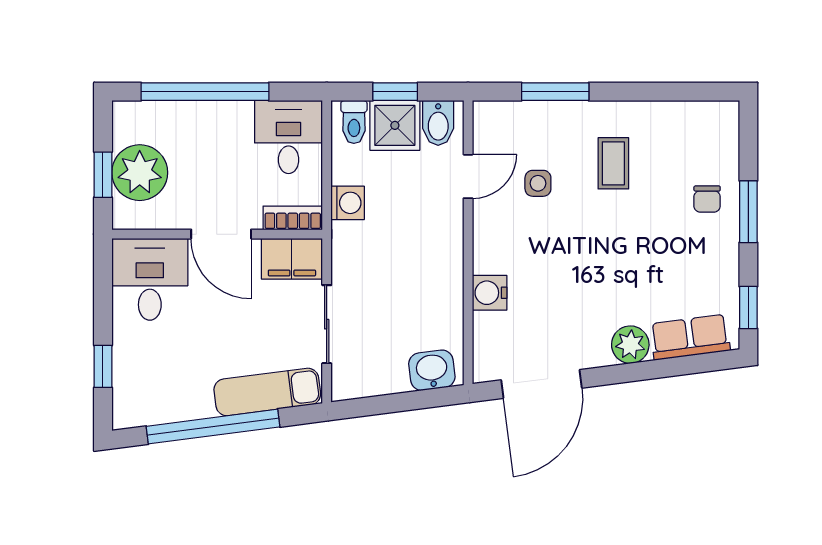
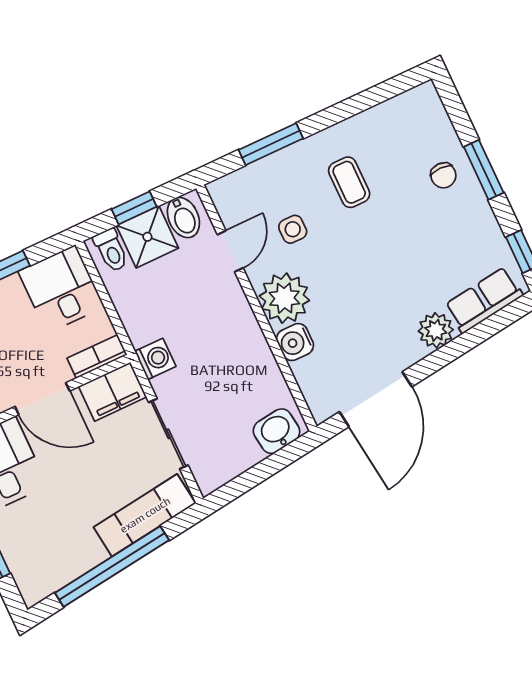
washing machine: (348, 203) -> (155, 359), moved
plant: (499, 246) -> (284, 298), added

